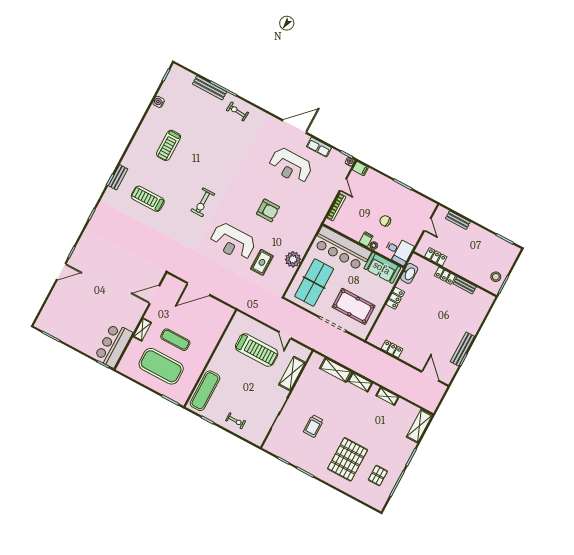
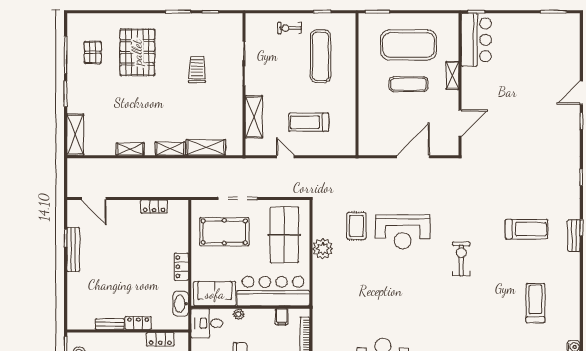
armchair: (268, 210) -> (381, 290), removed
filing cabinet: (366, 239) -> (282, 317), moved
reception desk: (233, 242) -> (403, 232), turned 180
treadmill: (257, 350) -> (309, 122), width x0.73, depth x0.73
exercise mat: (205, 391) -> (321, 56), moved

